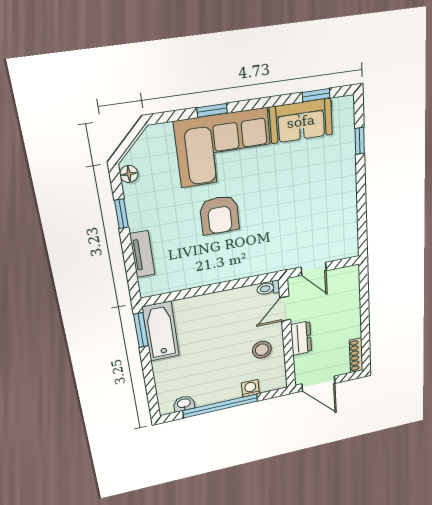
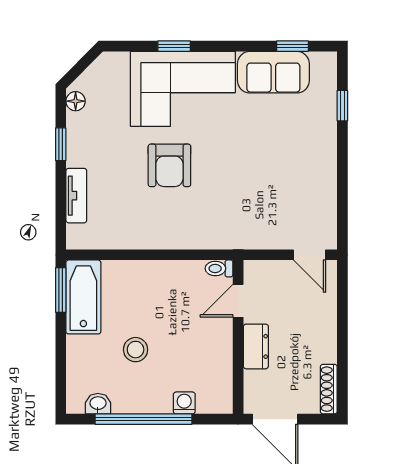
door: (314, 269) -> (310, 255), moved
stool: (262, 350) -> (136, 350), moved

